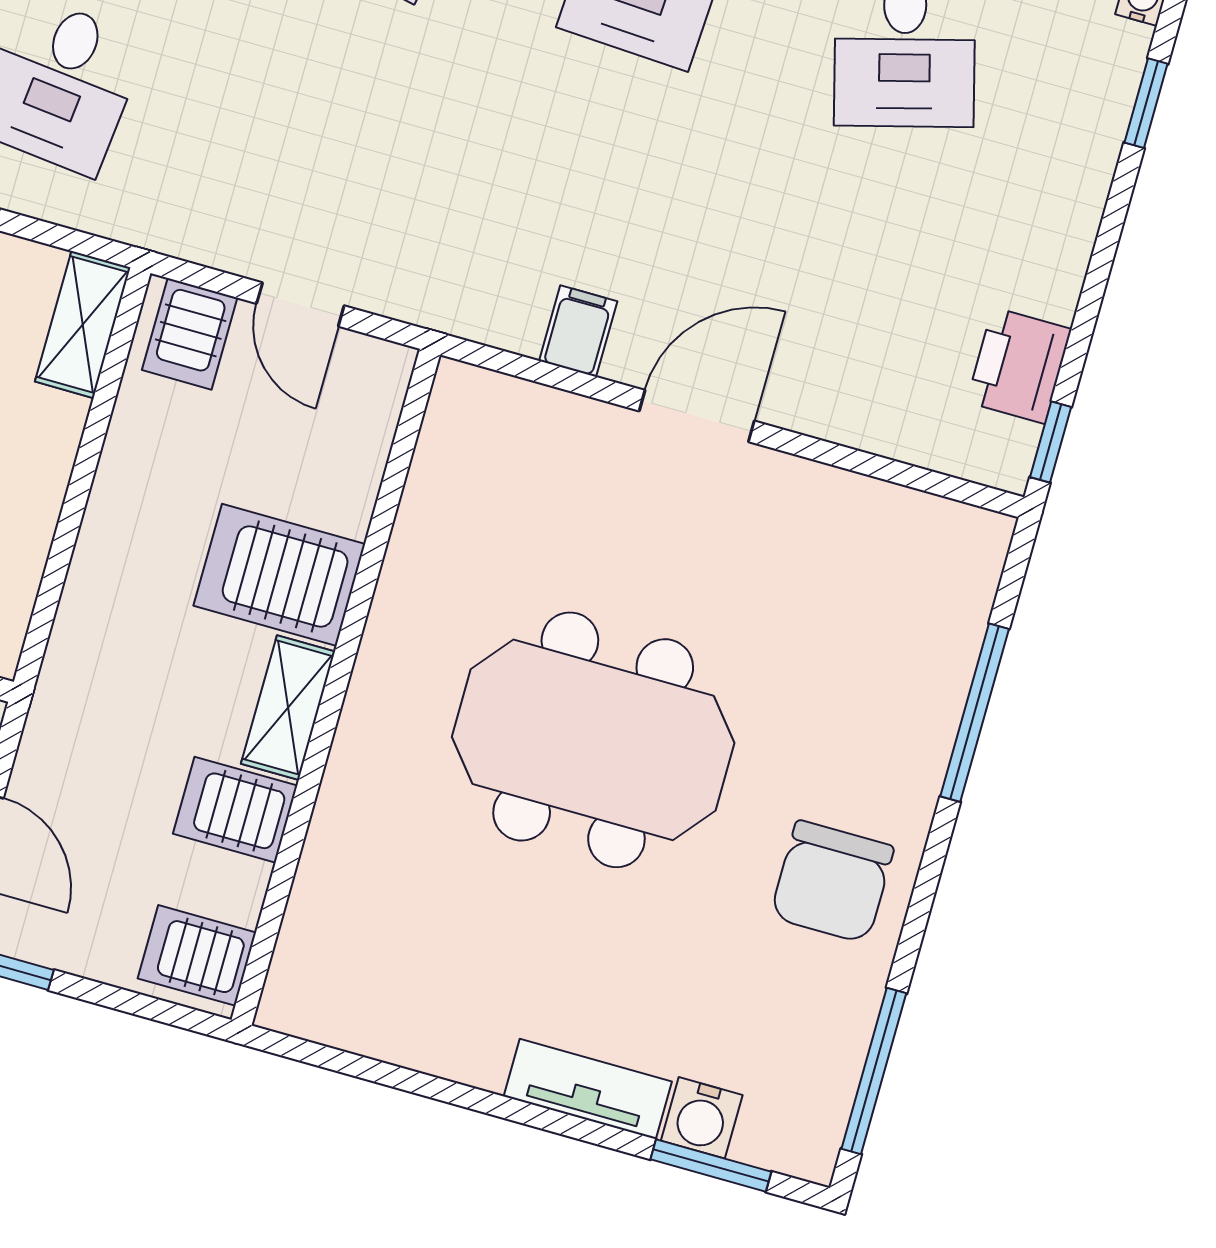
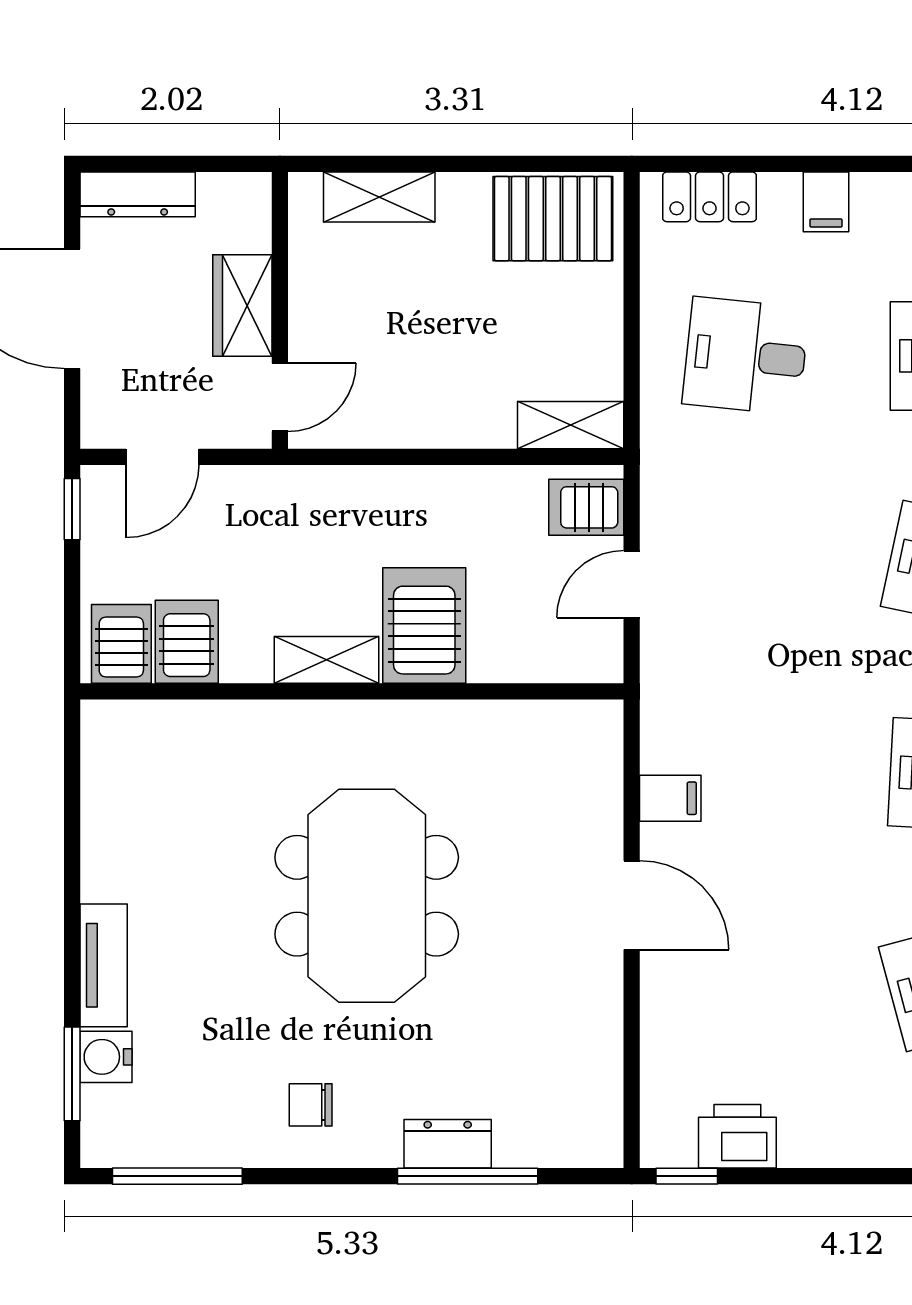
dresser: (928, 726) -> (448, 1144), added
server rack: (235, 810) -> (187, 642), moved
chair: (832, 882) -> (311, 1105), width x0.54, depth x0.54

